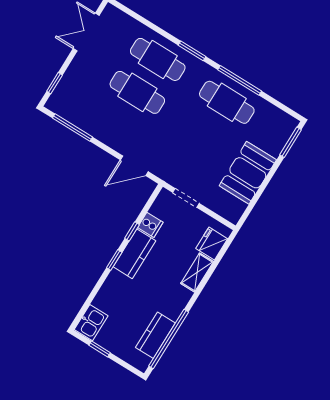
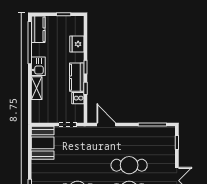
door: (134, 166) -> (106, 125), hinge flipped
booth: (248, 173) -> (43, 143), moved
fridge: (212, 244) -> (77, 44), moved, turned 180
kitchen sink: (91, 323) -> (38, 66), moved, turned 180
kitchen counter: (155, 335) -> (38, 29), moved

